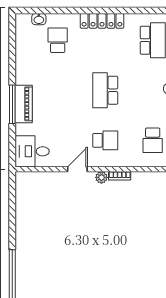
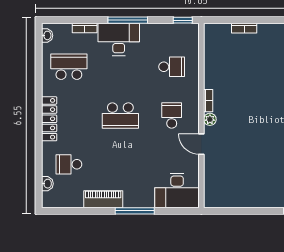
piano: (24, 104) -> (103, 199), moved
desk: (32, 151) -> (177, 190), width x1.37

